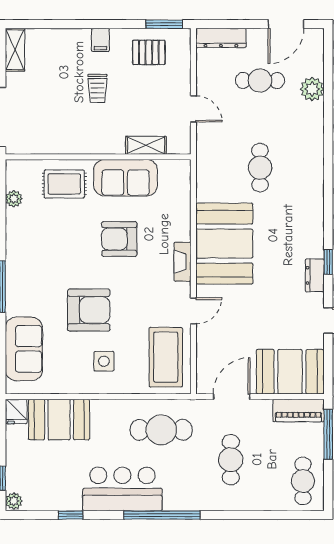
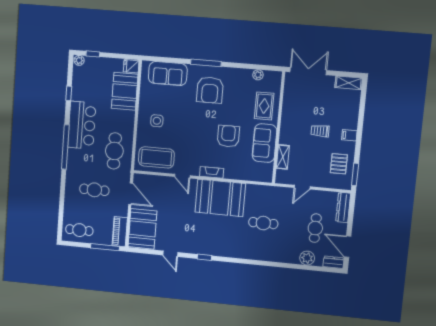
dresser: (315, 275) -> (333, 262), moved
armchair: (89, 310) -> (210, 90), moved

